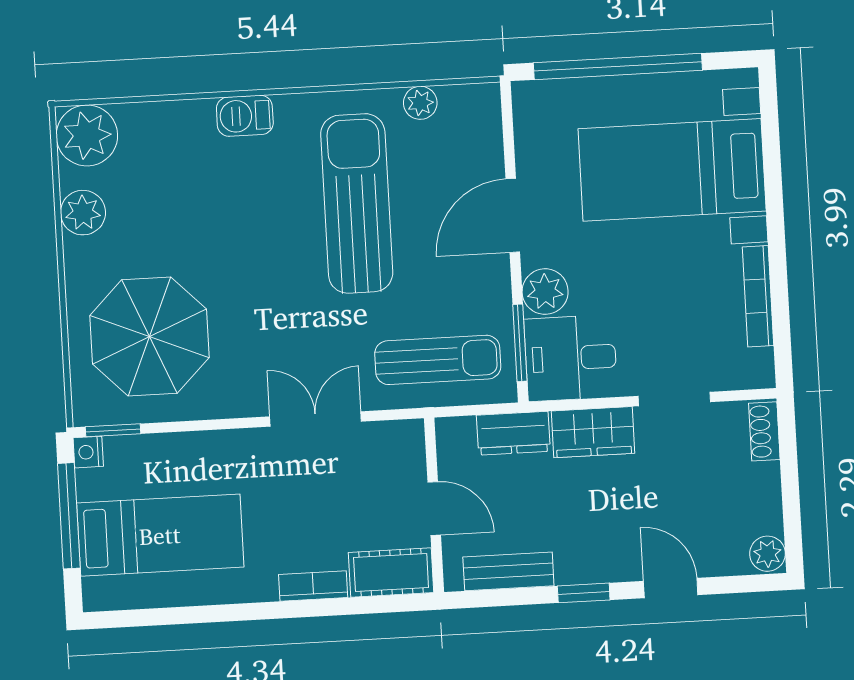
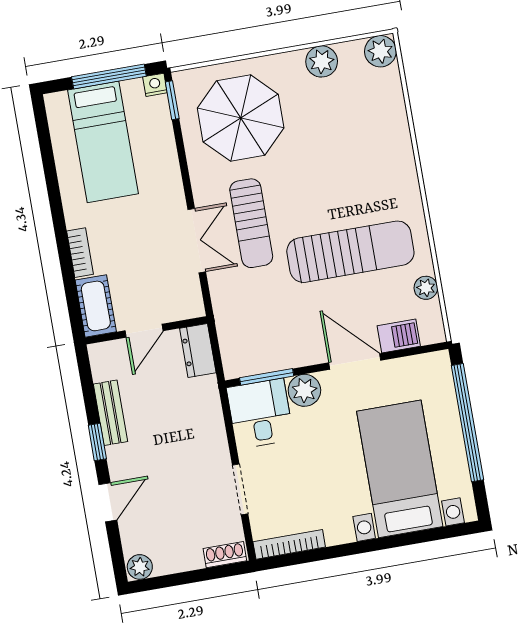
barbecue: (245, 116) -> (399, 336), moved, turned 90
plant: (87, 135) -> (380, 51), width x0.73, depth x0.73
bookcase: (758, 296) -> (289, 544), moved
sun lounger: (438, 360) -> (251, 223), moved
wardrobe: (593, 432) -> (210, 435), removed
dresser: (513, 433) -> (198, 351), moved
bench: (508, 571) -> (111, 413), moved

